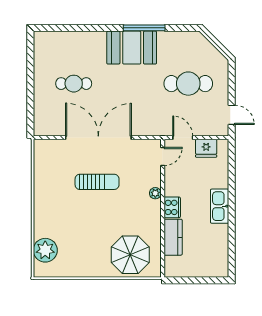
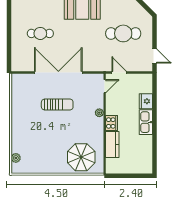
fridge: (206, 148) -> (146, 101), moved, turned 90
plant: (45, 250) -> (16, 158), width x0.53, depth x0.53

